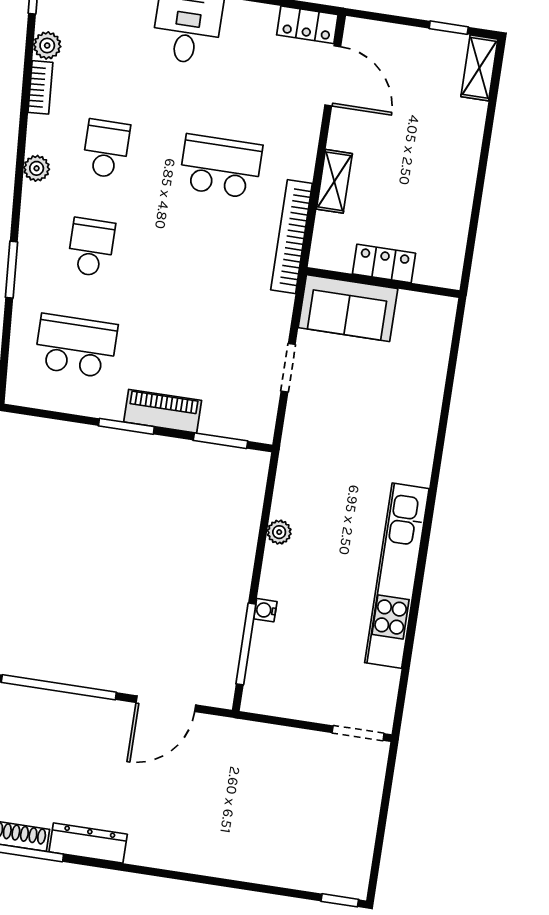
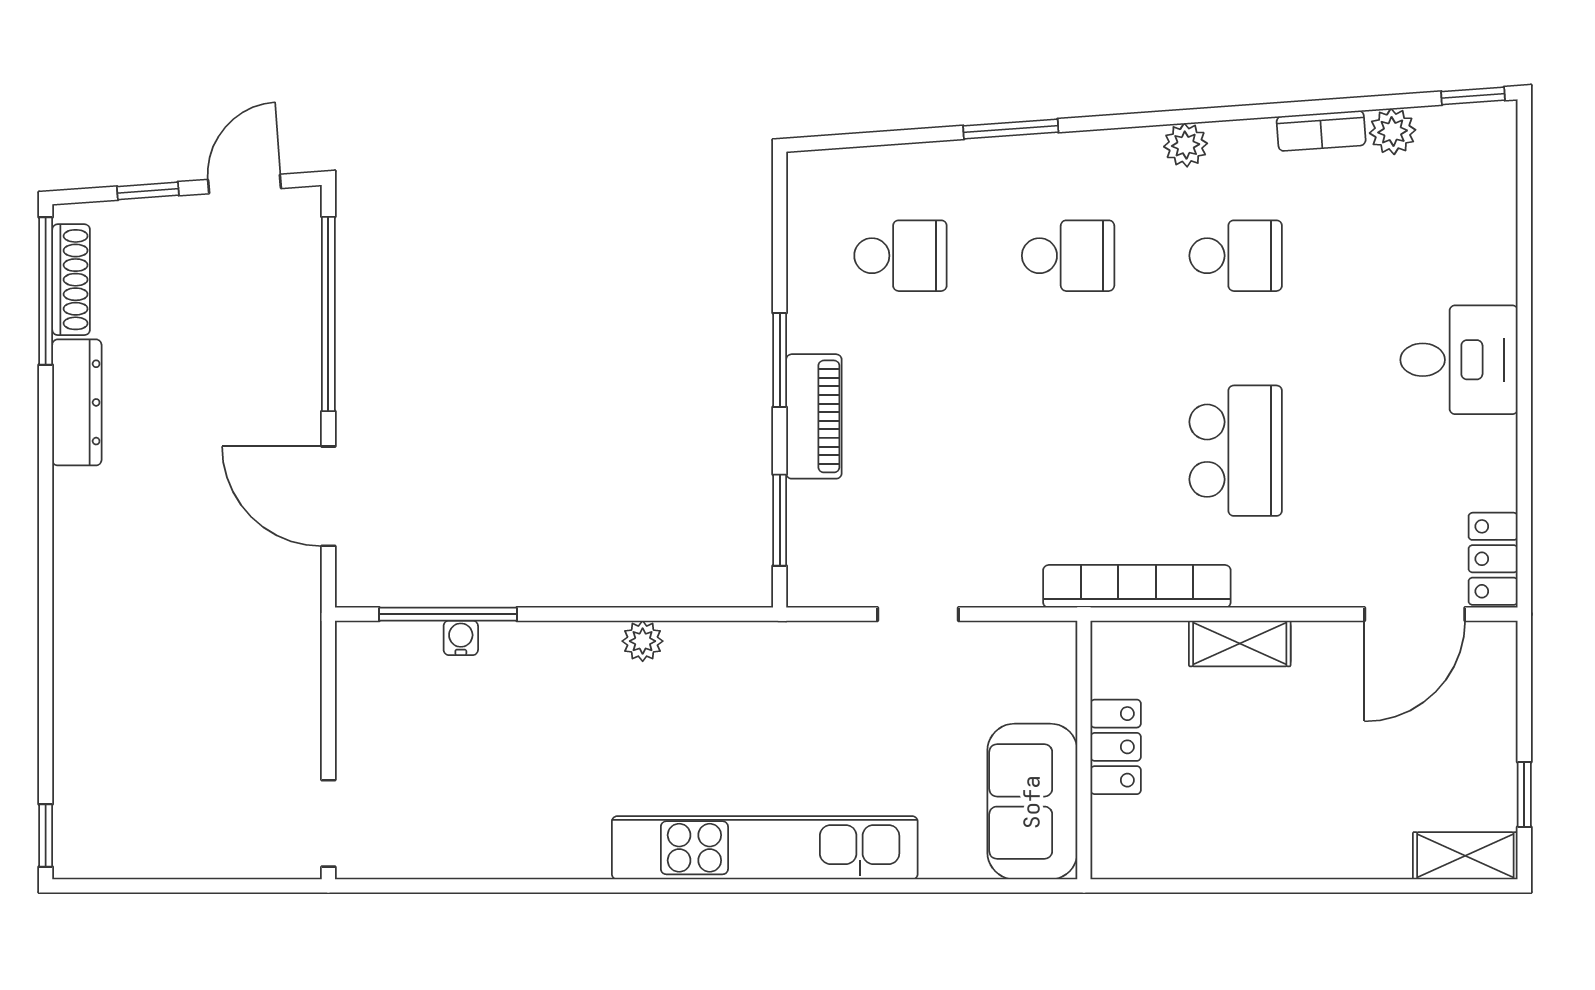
sofa: (348, 308) -> (1032, 802), moved
school desk: (76, 346) -> (900, 256), width x0.54
kitchen unit: (397, 576) -> (765, 848), moved
water cooler: (265, 610) -> (461, 638), moved

